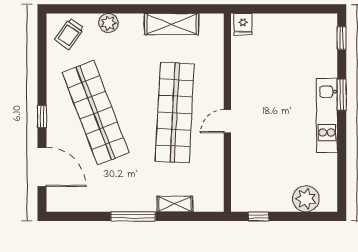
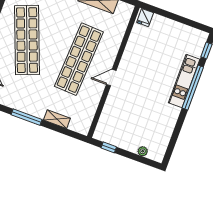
window: (342, 95) -> (193, 88), width x2.11
kitchen unit: (327, 115) -> (184, 81), moved
plant: (306, 199) -> (143, 151), width x0.53, depth x0.53

